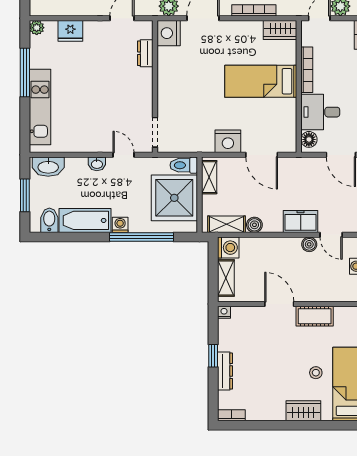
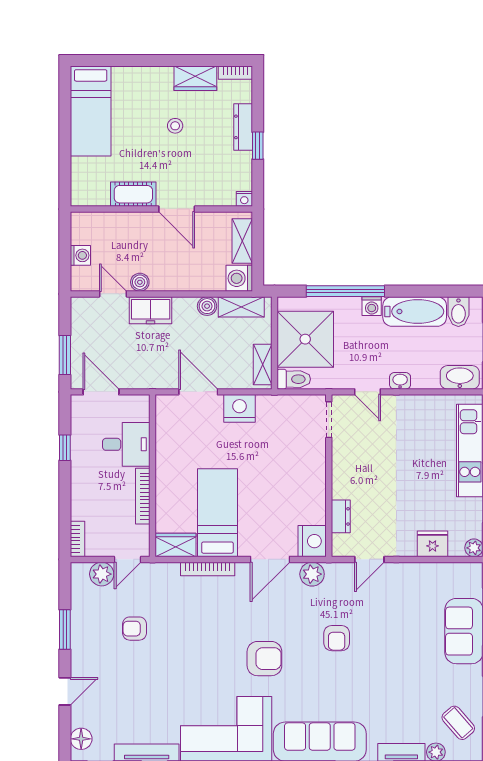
bed: (261, 81) -> (217, 513), moved, turned -90
floor lamp: (309, 139) -> (140, 411), removed
stool: (316, 373) -> (175, 126), moved
wardrobe: (303, 411) -> (195, 78), moved

